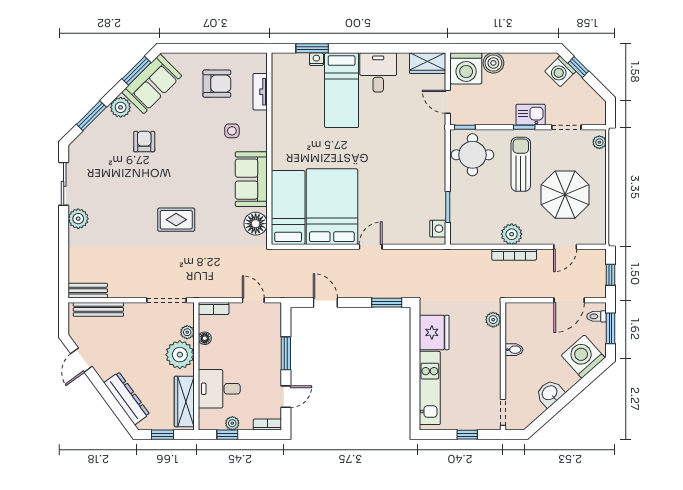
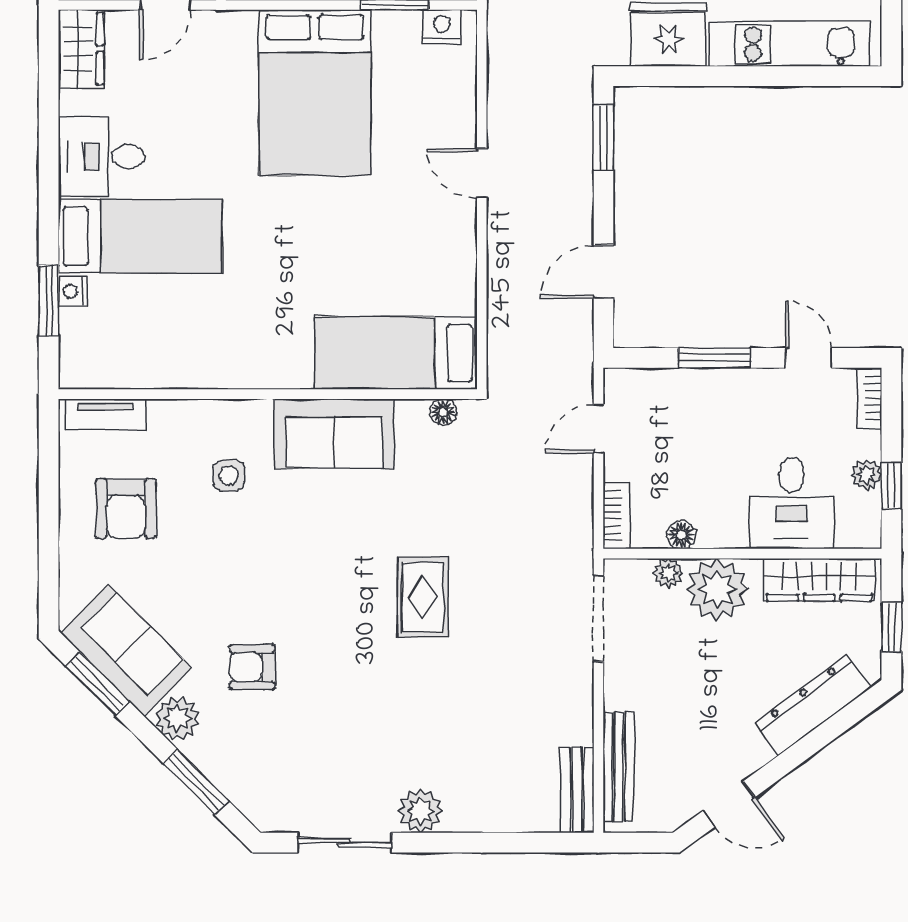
armchair: (217, 84) -> (126, 508), turned 180
tv unit: (260, 92) -> (105, 414), moved
bed: (332, 207) -> (315, 93), moved, turned -90
floor lamp: (256, 224) -> (443, 412), width x0.53, depth x0.53

